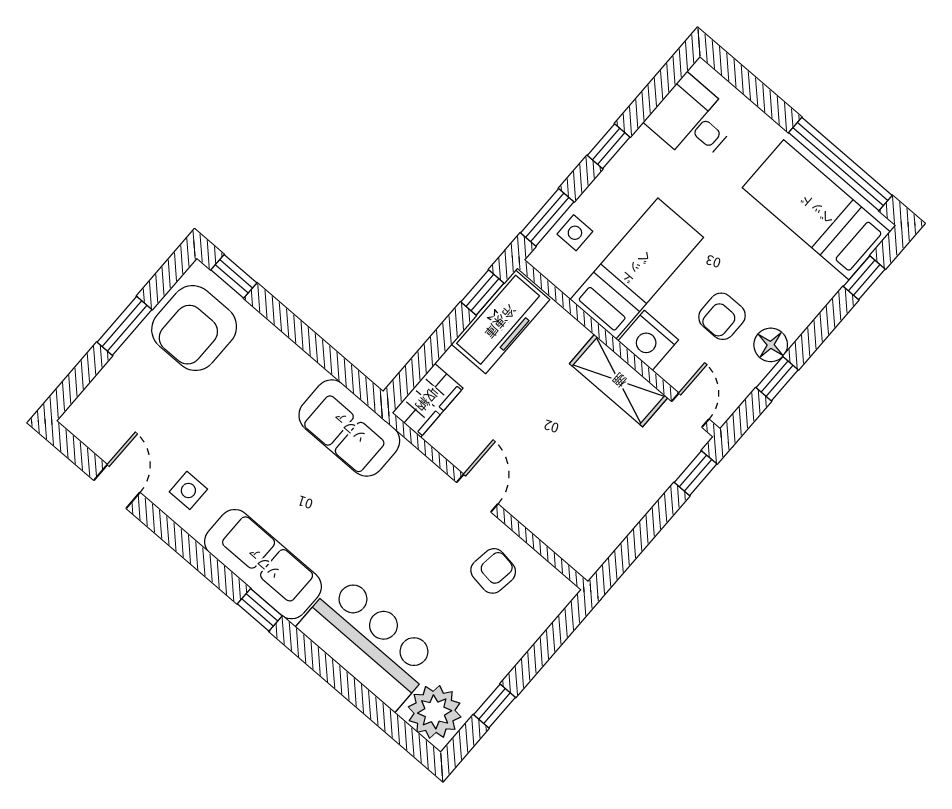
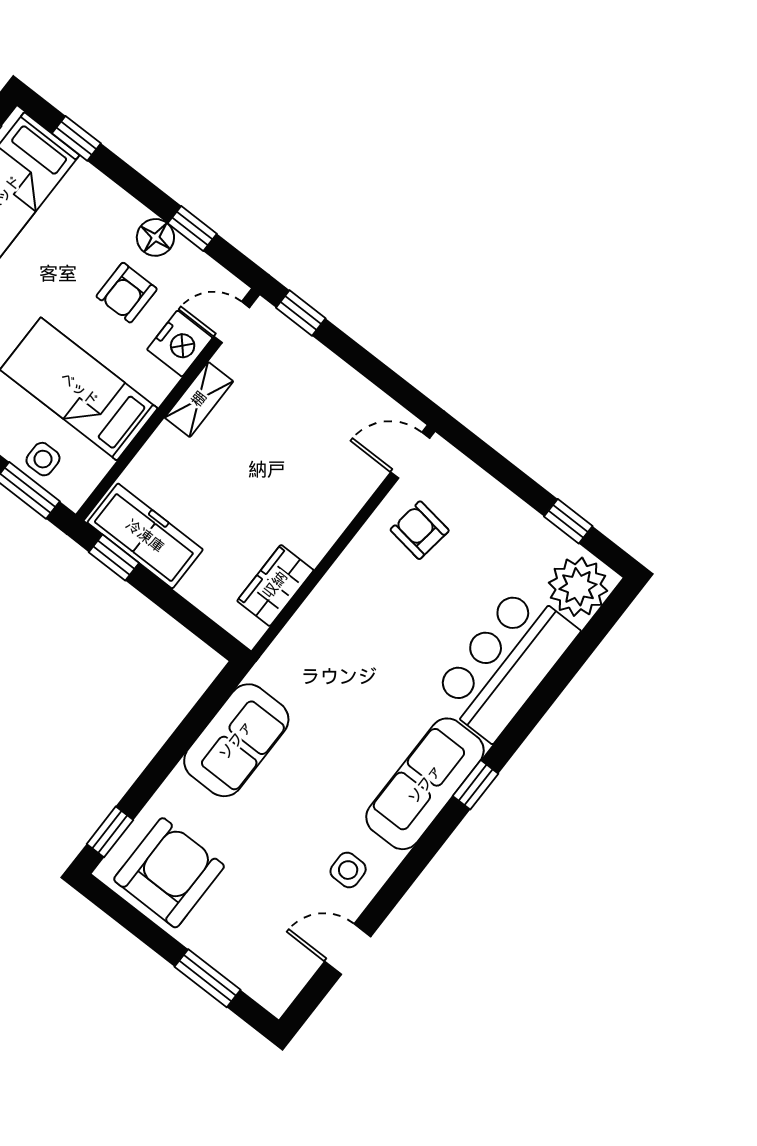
armchair: (722, 316) -> (127, 293), turned 90
window: (125, 326) -> (208, 978), moved
armchair: (194, 328) -> (169, 873), turned -90
nightstand: (648, 340) -> (180, 344), moved
shelving: (619, 381) -> (199, 399), width x0.67, depth x0.75
wardrobe: (428, 400) -> (275, 585), moved, turned -90
sofa: (349, 428) -> (236, 740), moved
door: (477, 493) -> (410, 455), moved

